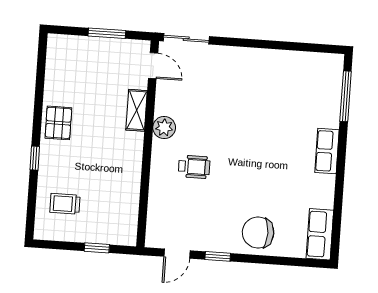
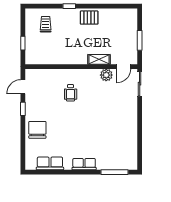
plant: (164, 128) -> (106, 75), moved
row of seats: (320, 234) -> (50, 163), moved
door: (177, 254) -> (23, 87), hinge flipped

